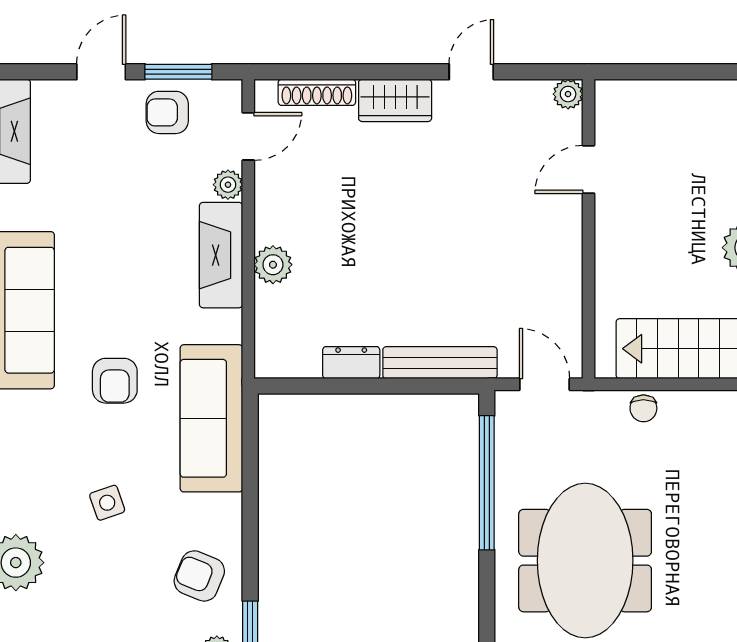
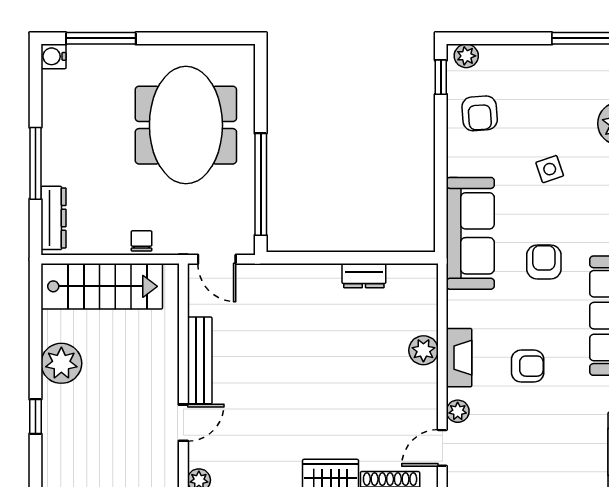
armchair: (167, 112) -> (528, 366), moved
fireplace: (221, 255) -> (459, 358), width x0.73, depth x0.76
bench: (440, 363) -> (200, 360), moved, turned 90
armchair: (199, 576) -> (480, 113), turned 64

